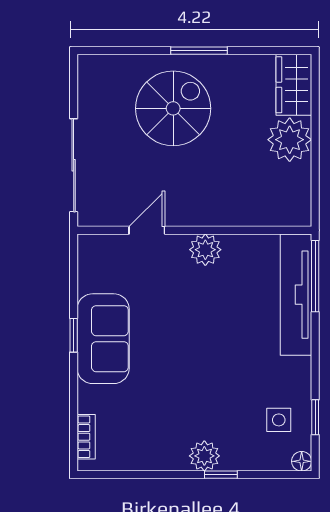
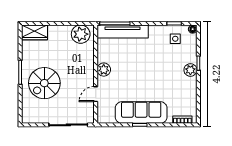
spiral stairs: (173, 108) -> (44, 83), turned -90
plant: (290, 140) -> (81, 34), moved
door: (147, 230) -> (96, 94), hinge flipped
sofa: (103, 339) -> (141, 113), width x1.36

